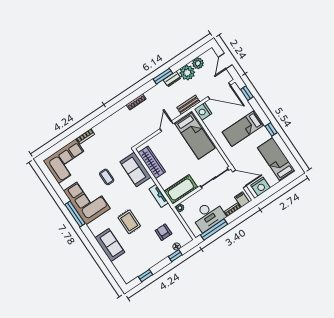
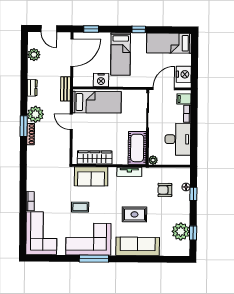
plant: (187, 73) -> (35, 114), moved
window: (163, 76) -> (24, 126), moved
nightstand: (203, 111) -> (101, 80), moved
window: (214, 230) -> (194, 143), removed
sofa: (110, 245) -> (138, 246), width x1.36
plant: (140, 266) -> (181, 231), added

